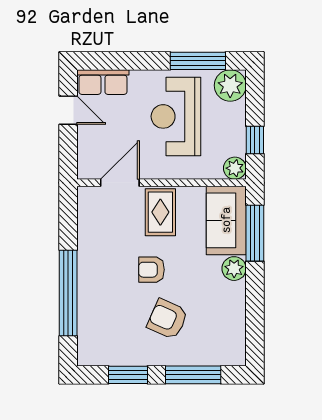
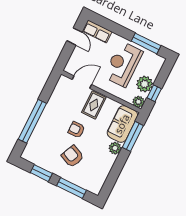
plant: (230, 85) -> (145, 84), moved

